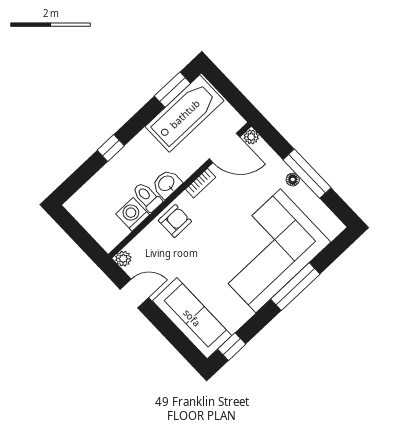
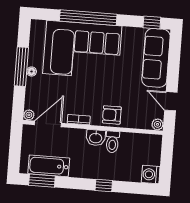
bathtub: (185, 114) -> (49, 166), width x0.73, depth x0.73
door: (225, 148) -> (48, 124), hinge flipped
washing machine: (133, 214) -> (151, 174), moved, turned 90
window: (295, 287) -> (88, 18), width x1.46

